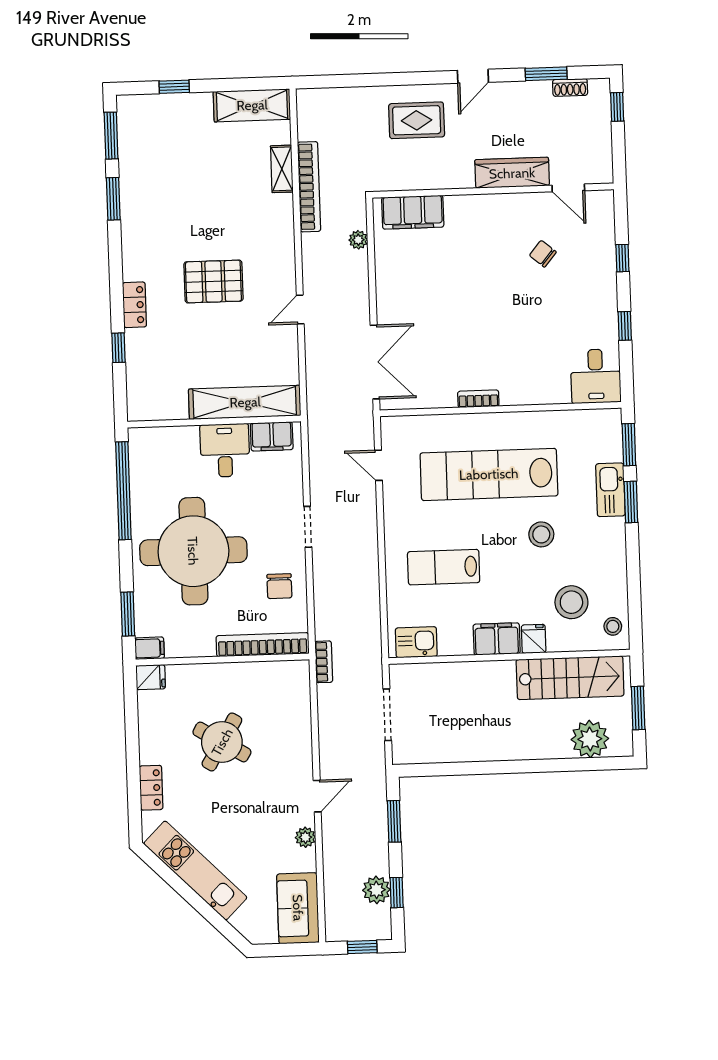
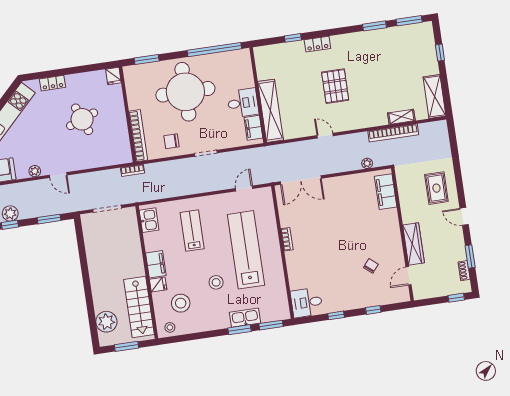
filing cabinet: (150, 648) -> (129, 74), removed
round table: (222, 742) -> (82, 119), turned 38

